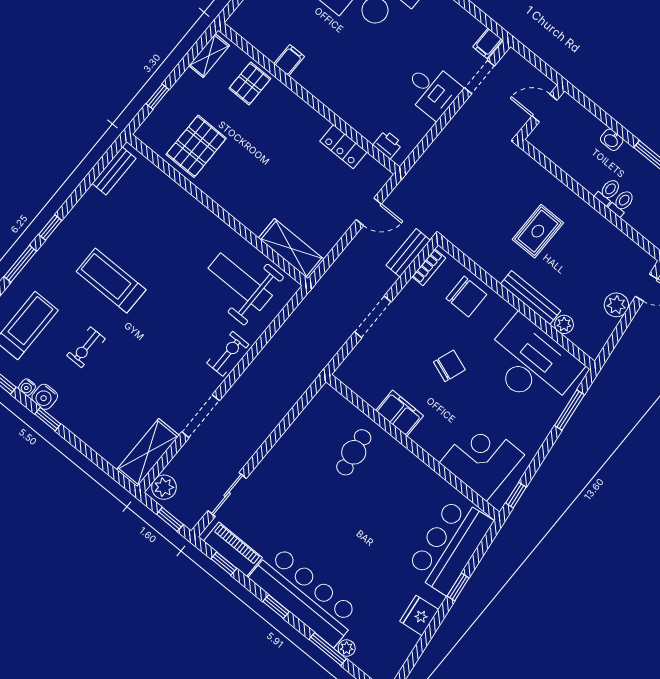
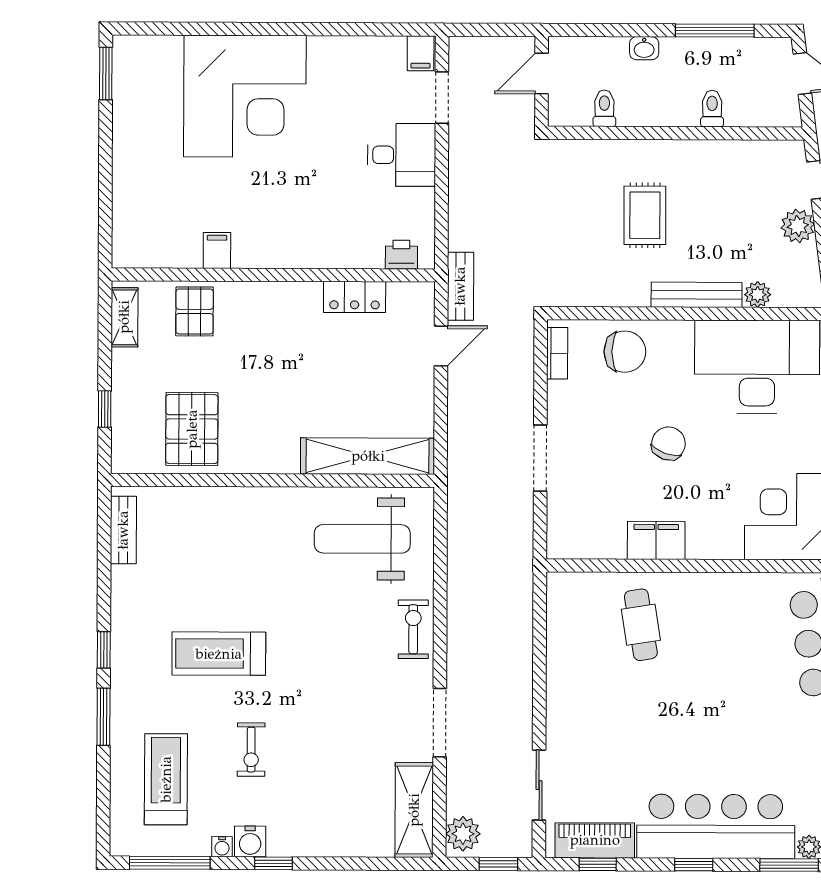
toilet: (608, 192) -> (604, 108), moved
shelving: (291, 249) -> (368, 456), width x1.47
bench: (408, 253) -> (460, 286), moved

